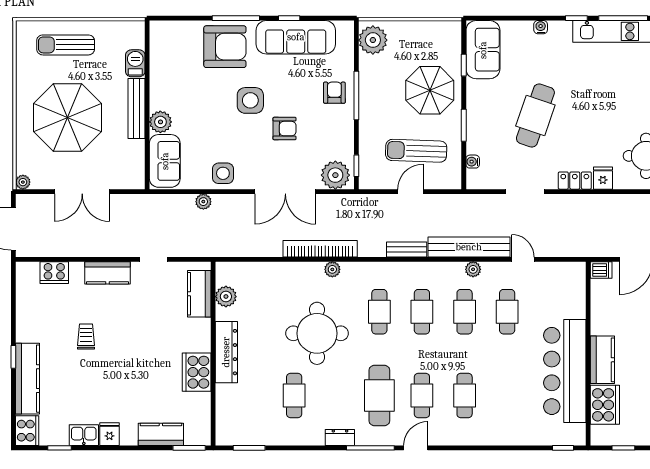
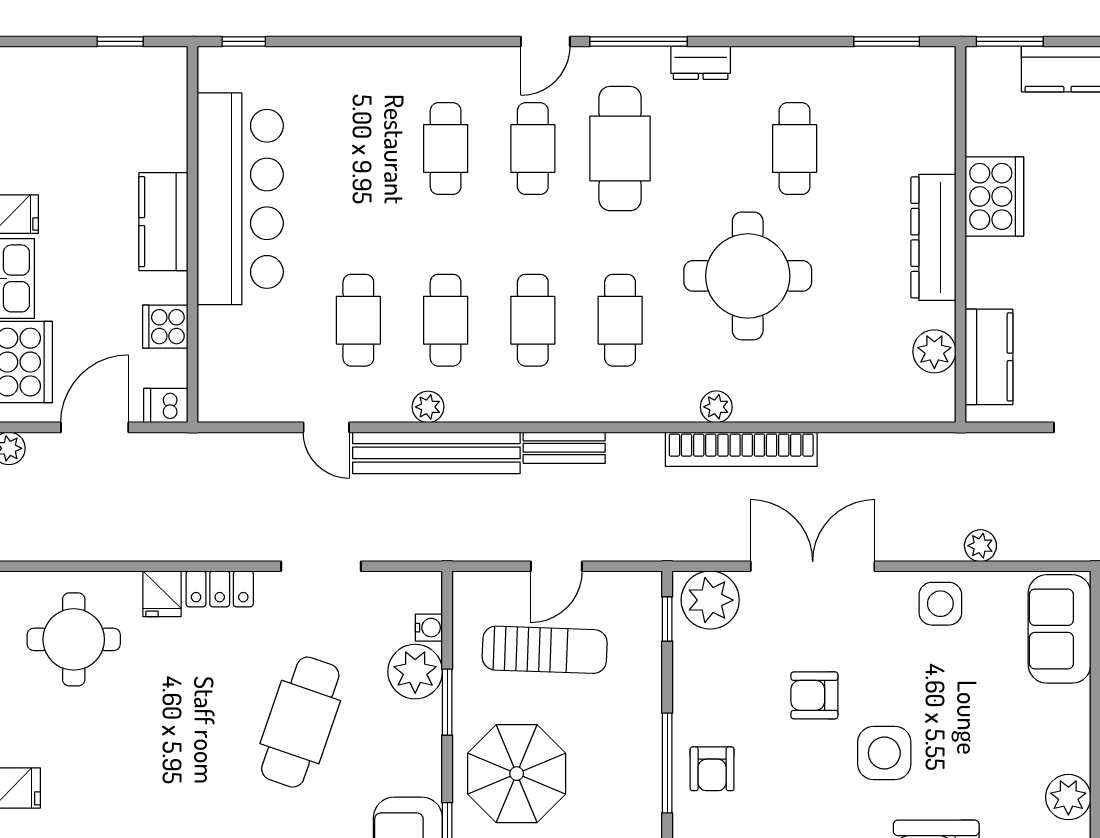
plant: (160, 122) -> (1068, 797), moved
plant: (479, 140) -> (415, 672), added
cooker: (605, 405) -> (165, 327), moved, width x0.53, depth x0.76

